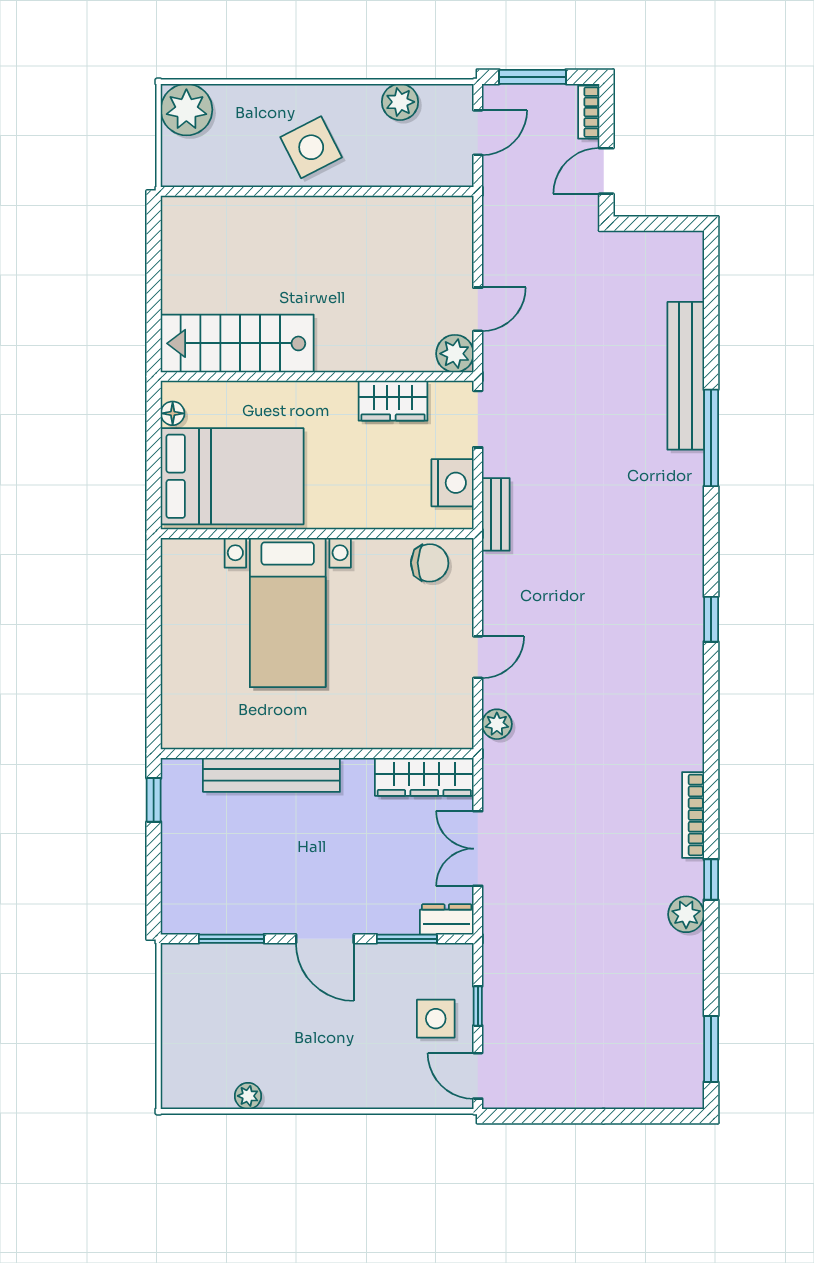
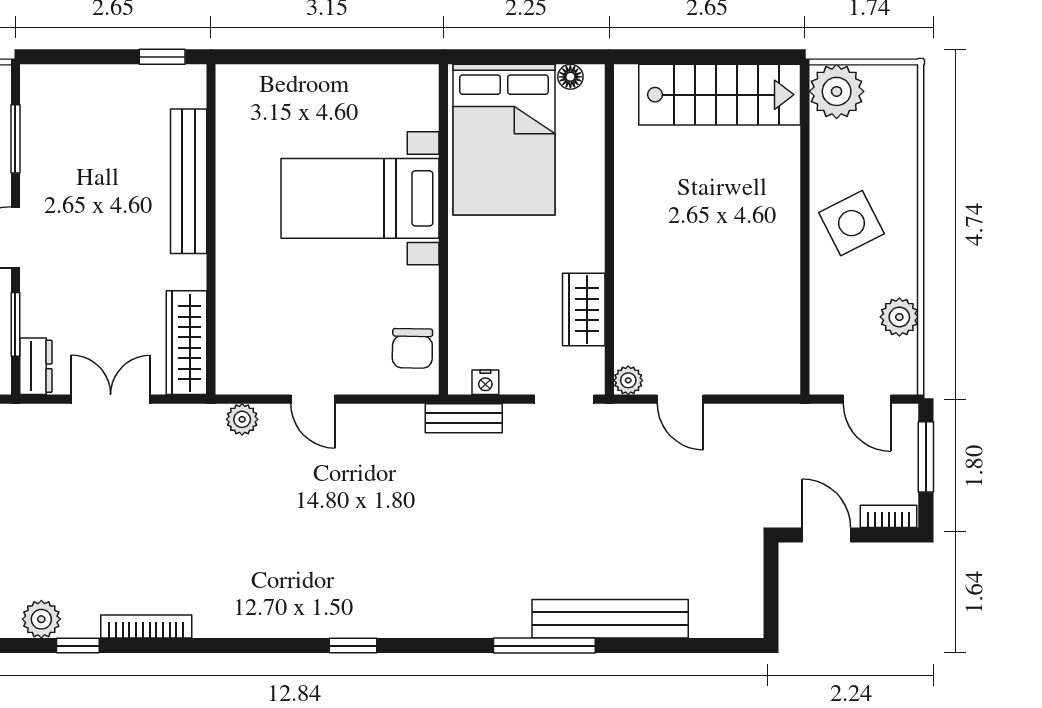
plant: (186, 110) -> (837, 91), moved
stairs: (237, 343) -> (720, 95), moved, turned 90
plant: (455, 354) -> (628, 380), width x0.73, depth x0.73
nightstand: (452, 483) -> (485, 382), width x0.53, depth x0.56

